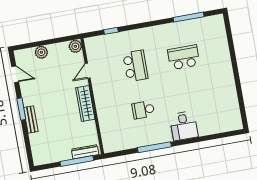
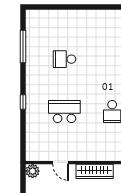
window: (111, 31) -> (23, 102), moved
school desk: (184, 57) -> (64, 59), width x0.54

